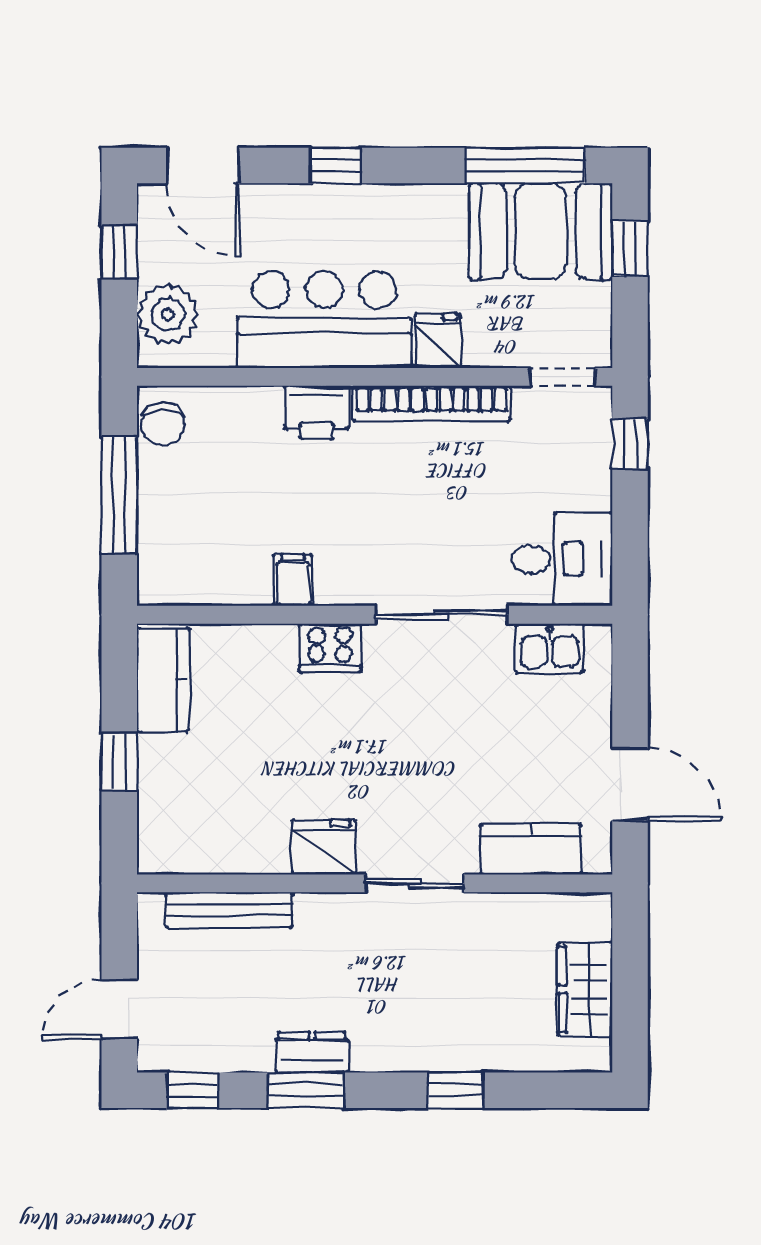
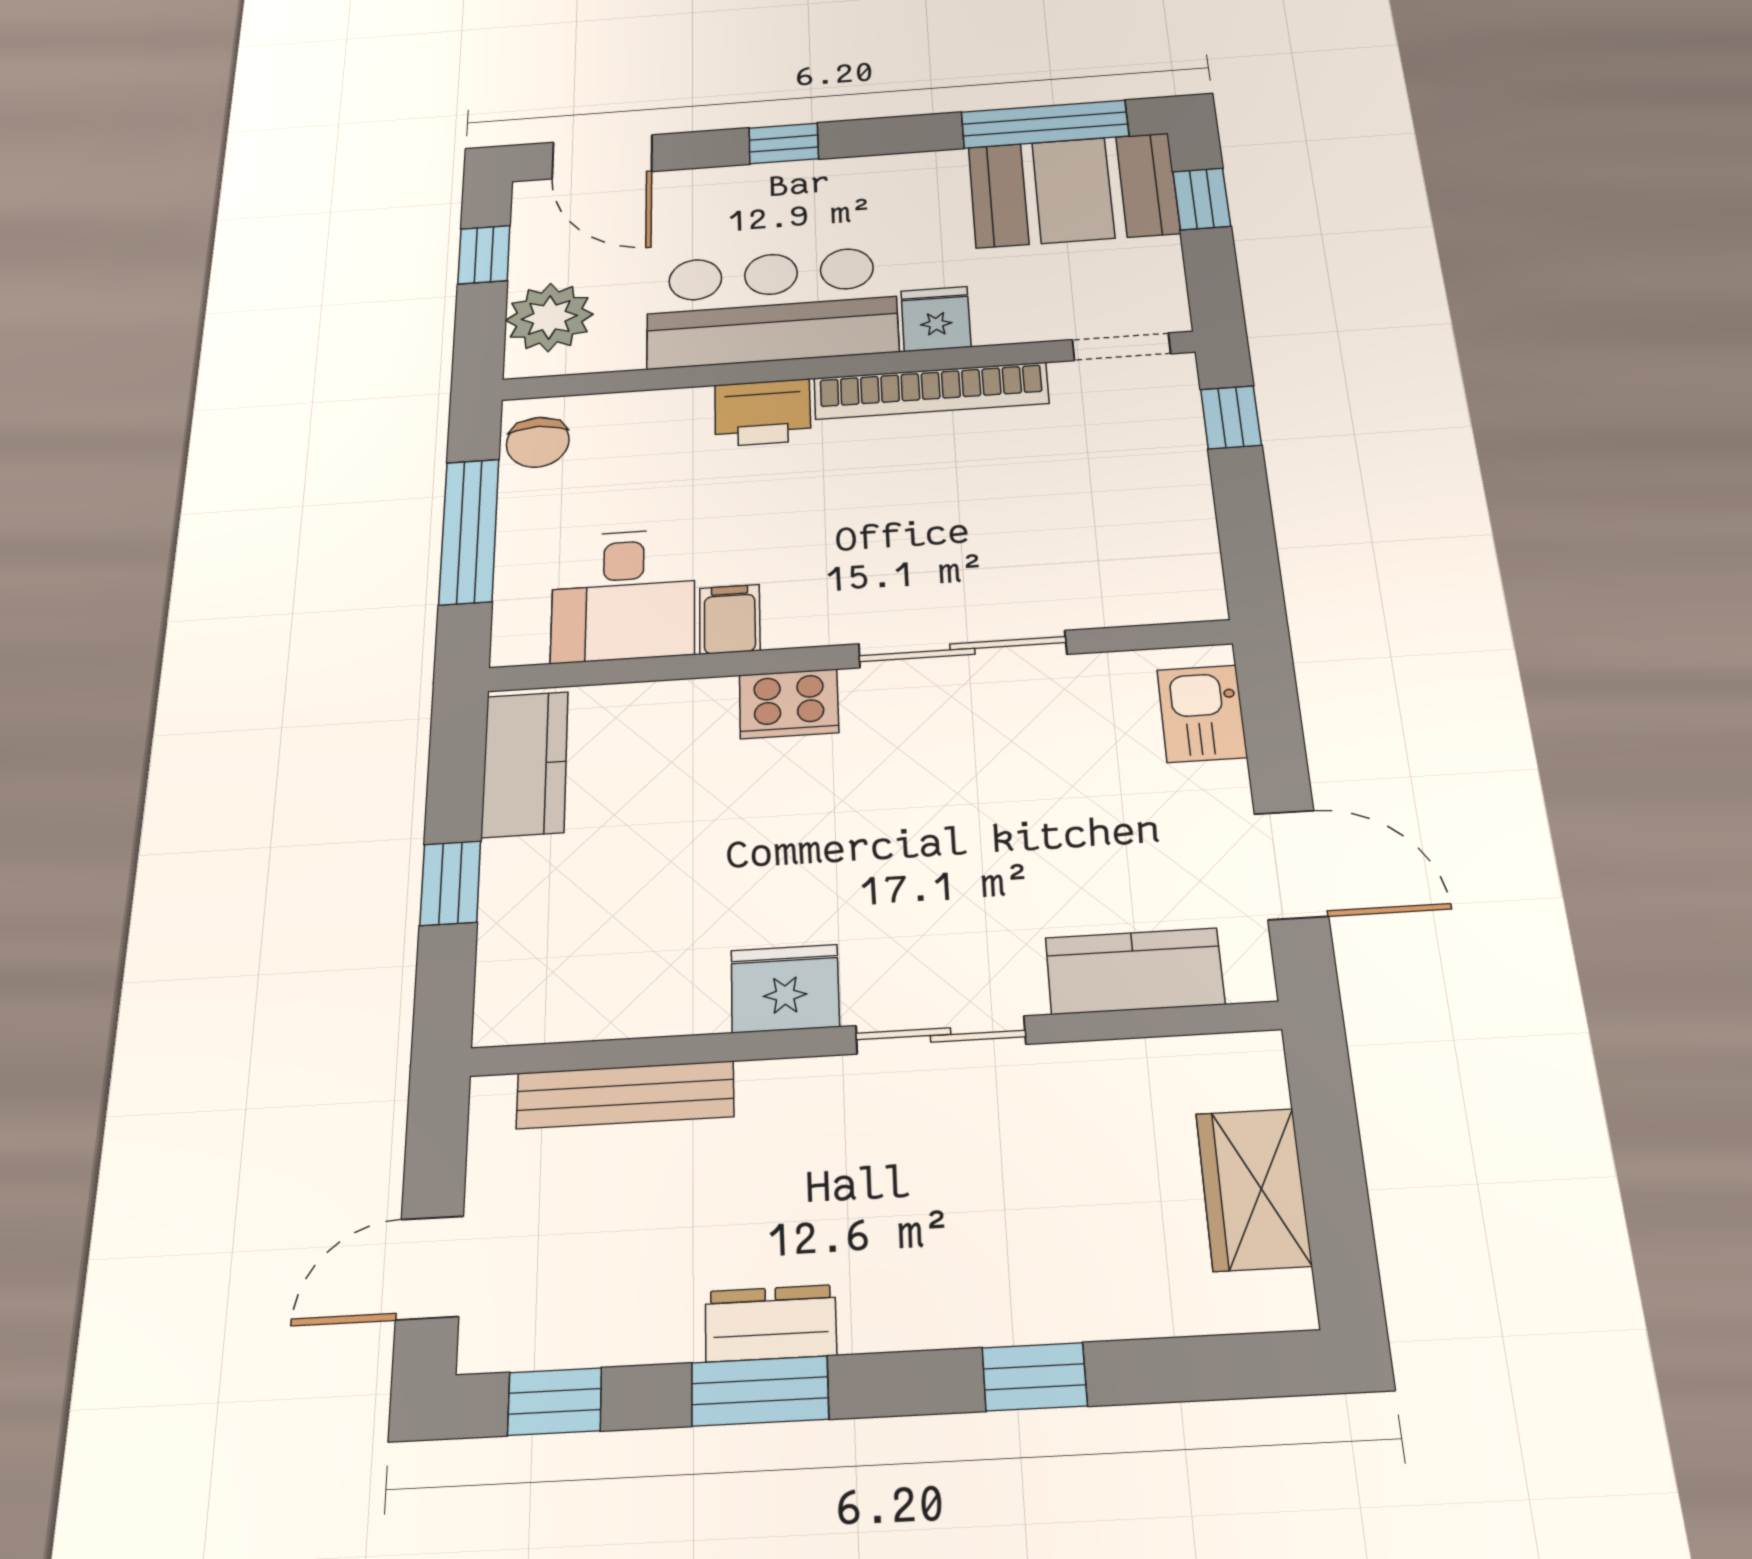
desk: (562, 559) -> (623, 595), moved, turned 90
kitchen sink: (550, 648) -> (1202, 714), moved, turned 90

